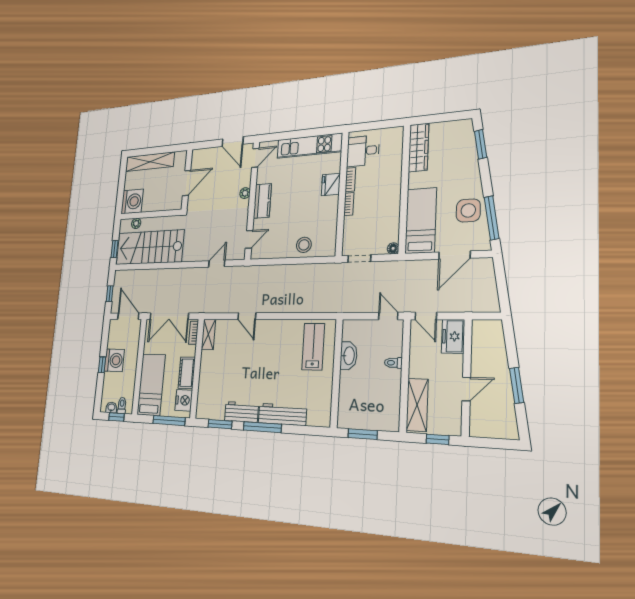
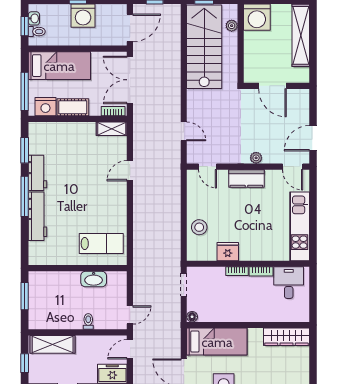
fridge: (331, 184) -> (228, 252), moved

